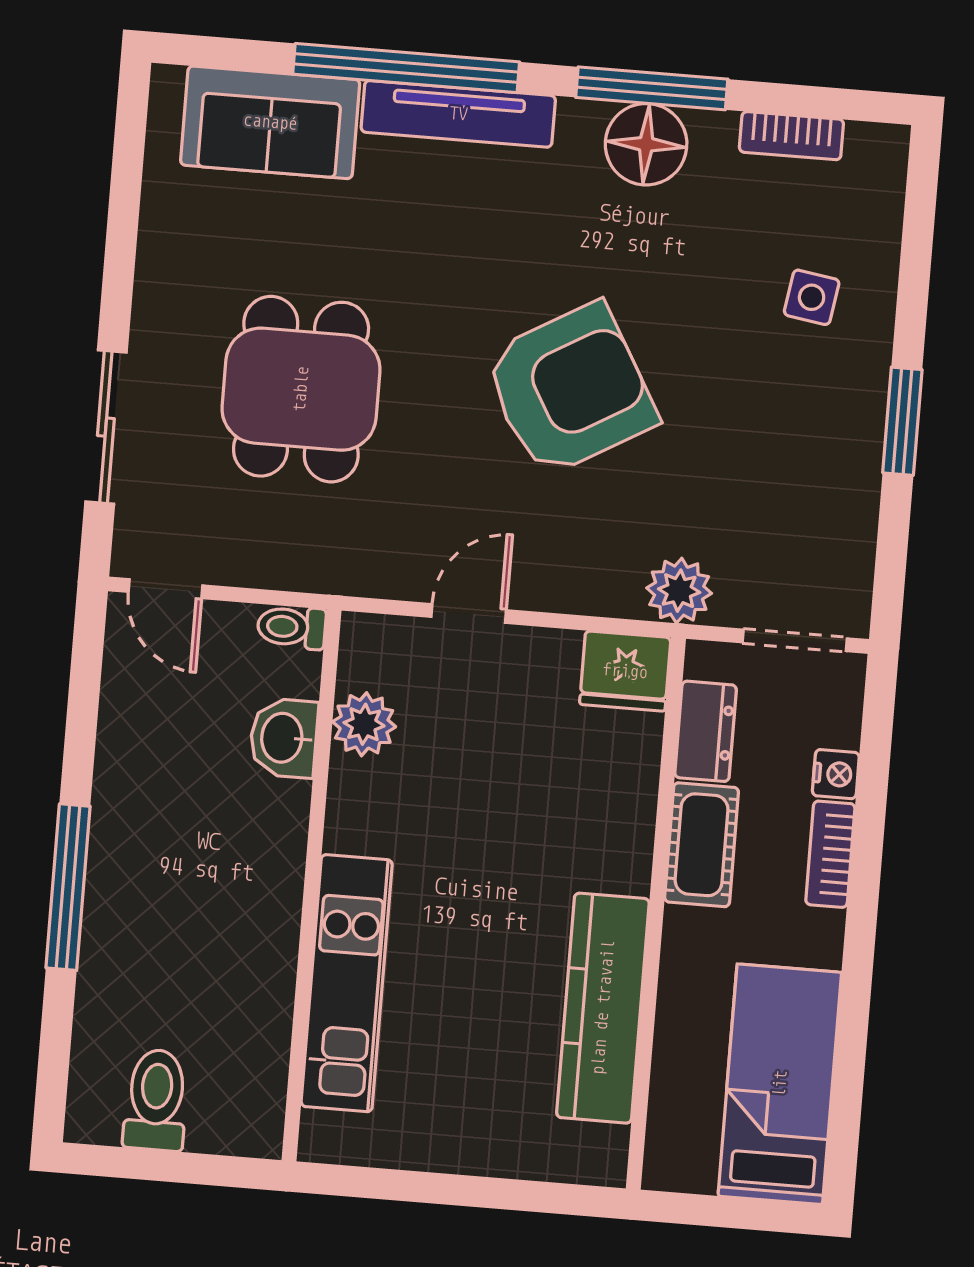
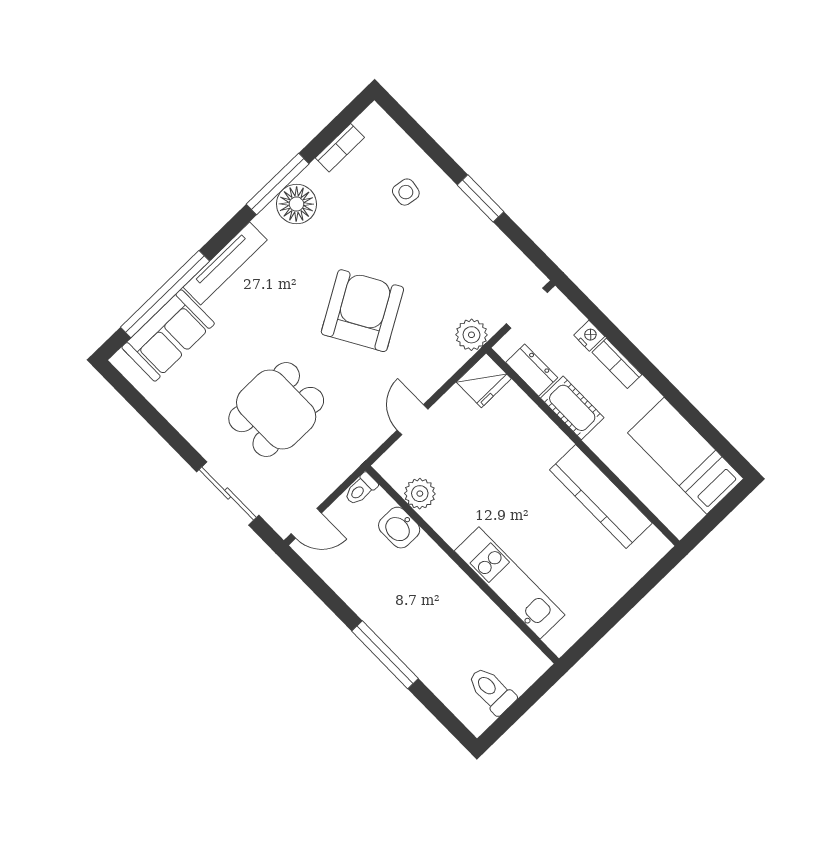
window: (406, 68) -> (165, 294), moved
dining table: (301, 389) -> (276, 410), turned 90

